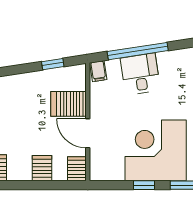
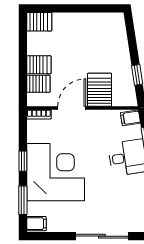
bookcase: (95, 168) -> (39, 114), added
server rack: (77, 169) -> (38, 84), moved

